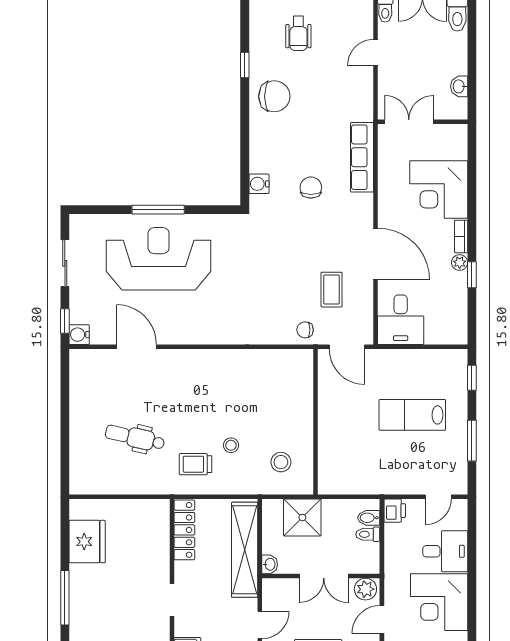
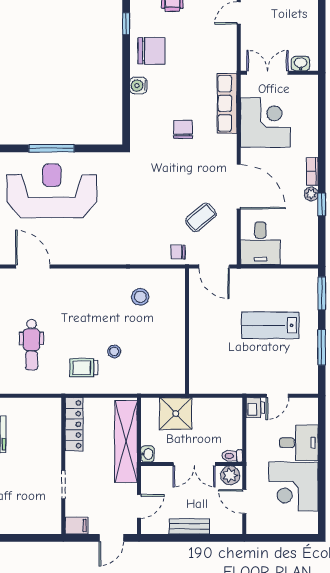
washbasin: (459, 86) -> (301, 64), moved, turned 90
water cooler: (259, 184) -> (138, 86), moved
corner desk: (439, 190) -> (265, 122), moved, turned 180
coffee table: (332, 290) -> (201, 217), turned 50
window: (472, 378) -> (322, 293), width x1.50
dental chair: (135, 438) -> (31, 345), turned -103
stool: (281, 462) -> (140, 297), moved
door: (438, 497) -> (277, 396), moved
bidet: (369, 518) -> (233, 414), removed
toilet: (368, 534) -> (232, 456), moved
door: (382, 620) -> (244, 502), hinge flipped

